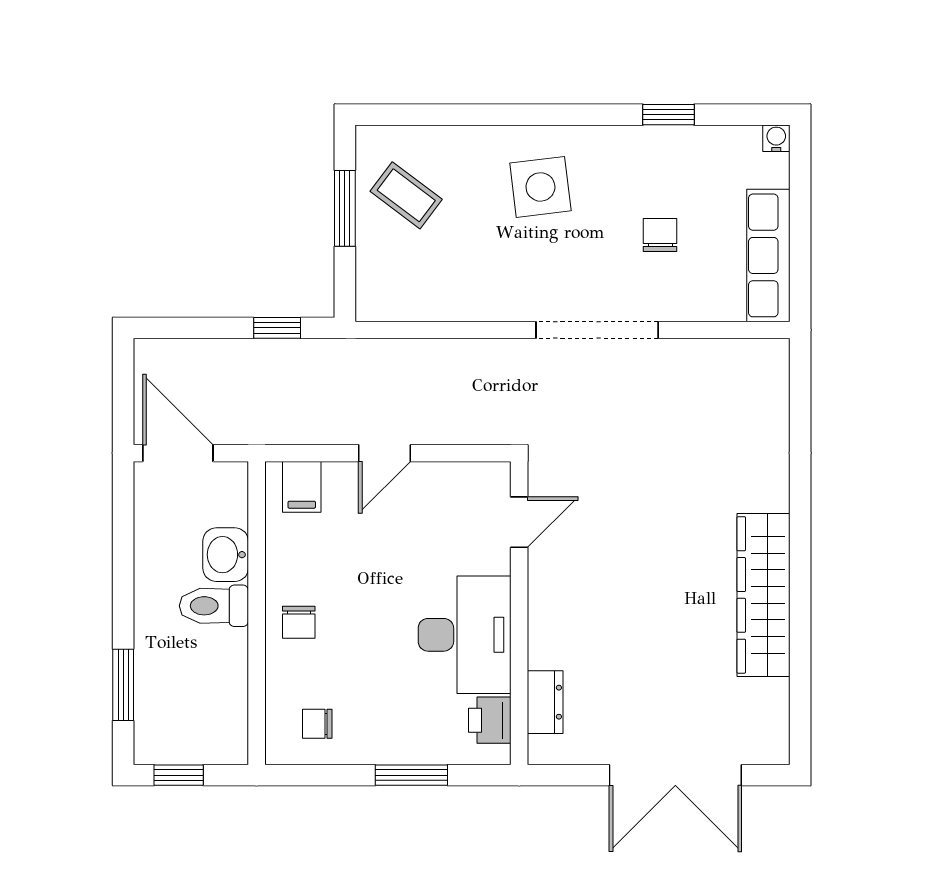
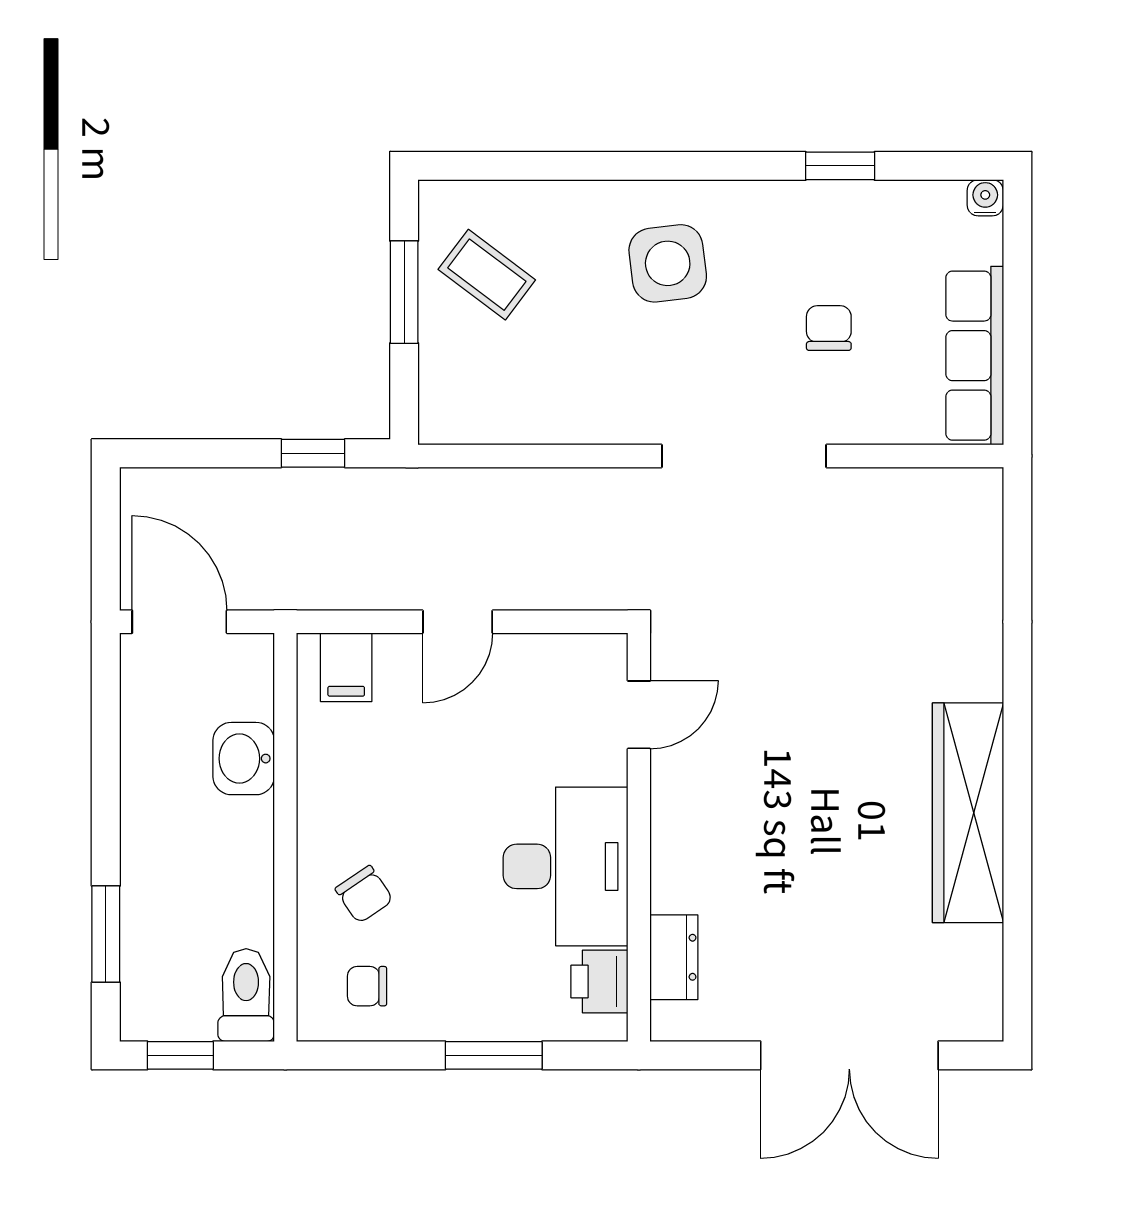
toilet: (214, 606) -> (246, 995), moved, turned 90
chair: (299, 622) -> (364, 894), moved, turned -34

